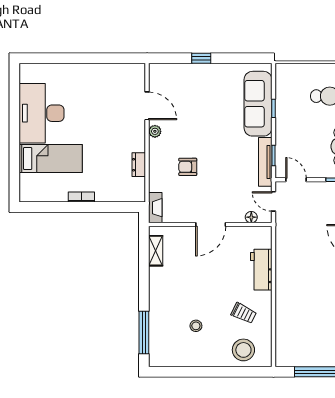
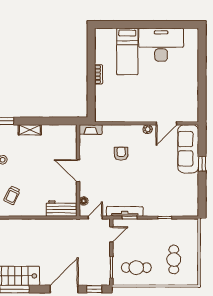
sofa: (258, 104) -> (188, 149), moved, turned -90
dresser: (139, 165) -> (123, 117), removed
shelving: (156, 251) -> (30, 130), moved
workbench: (261, 270) -> (62, 208), moved

